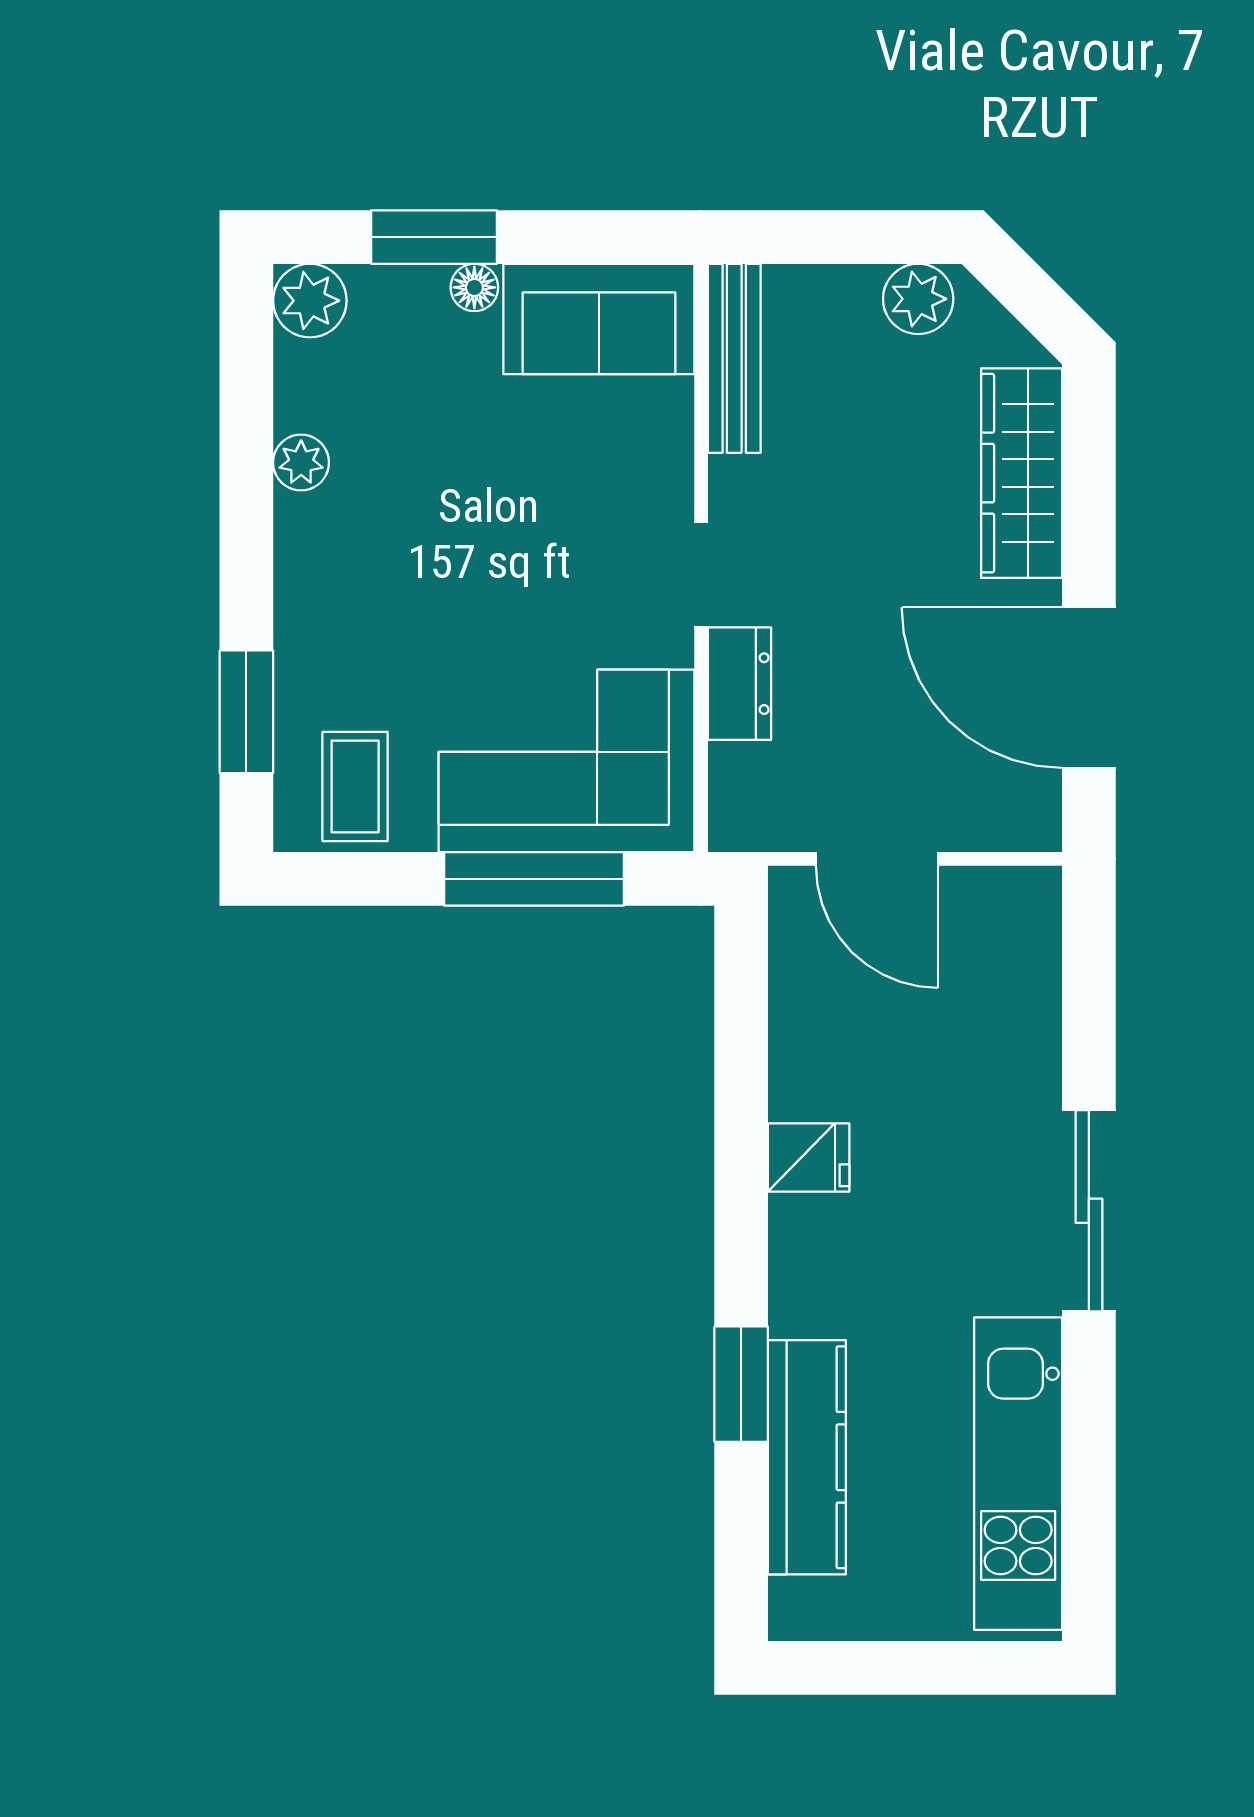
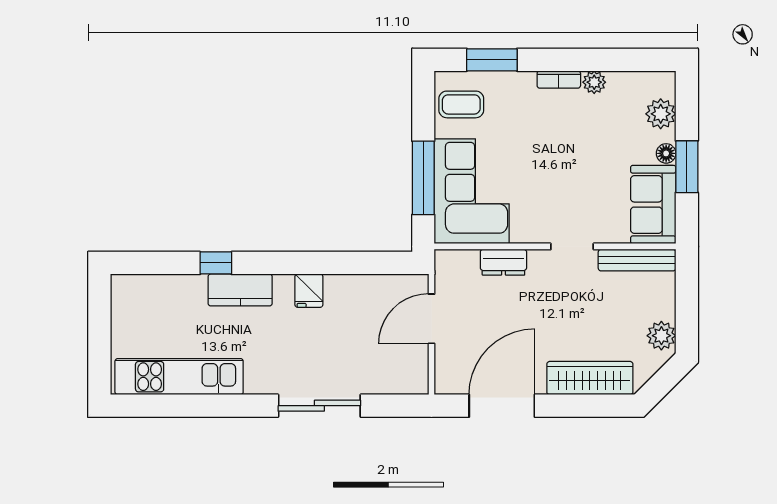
window: (434, 237) -> (687, 167), moved
plant: (310, 301) -> (661, 114), moved
bookcase: (294, 549) -> (559, 79), added
doorway: (701, 575) -> (572, 246), moved
sliding door: (1089, 1211) -> (319, 406), moved
window: (741, 1384) -> (216, 263), width x0.67
kitchen counter: (807, 1457) -> (240, 290), moved, width x0.67

